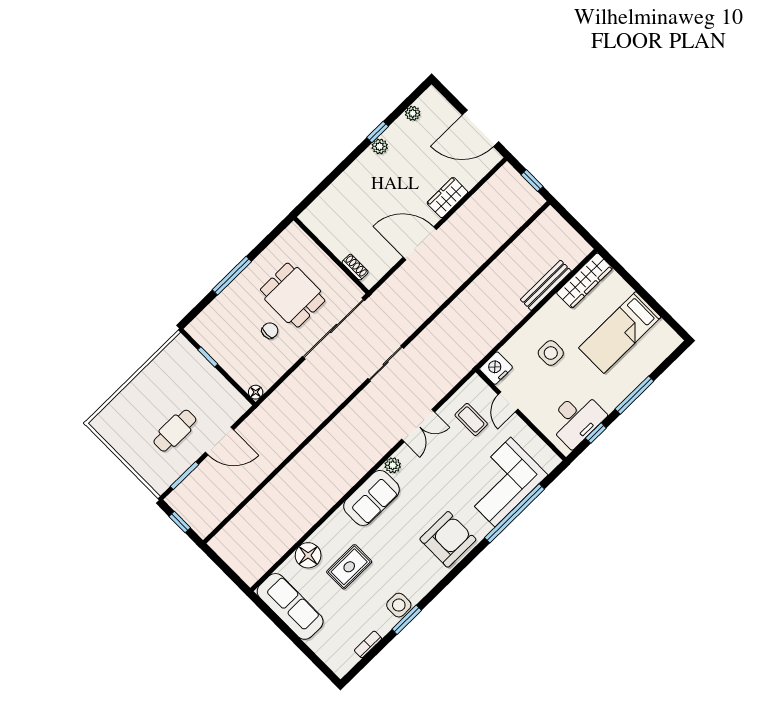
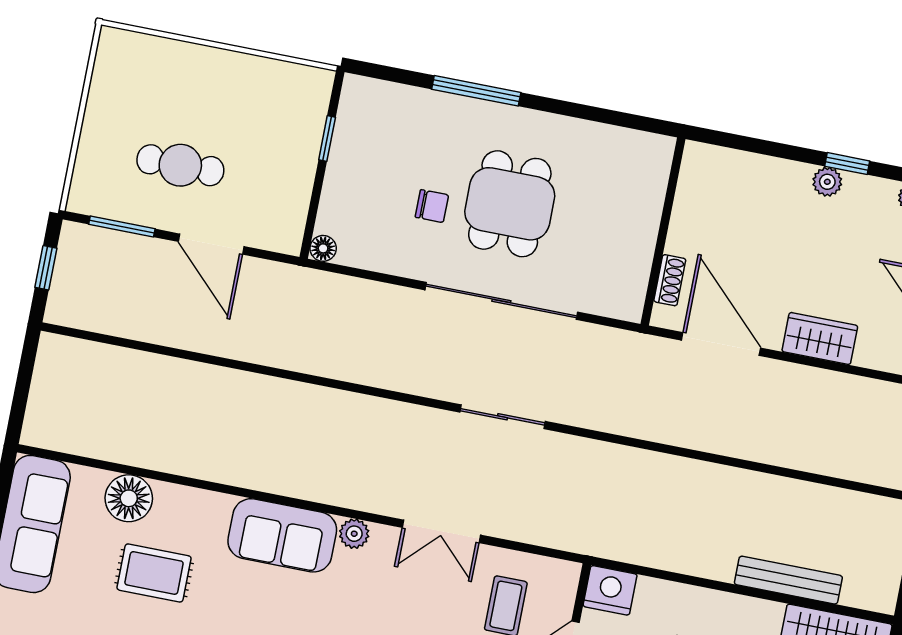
wall: (331, 255) -> (663, 231), moved
shoe rack: (355, 267) -> (670, 280), moved

